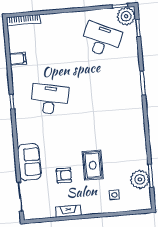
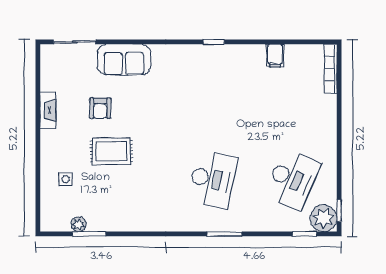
desk: (49, 99) -> (212, 179), moved
plant: (140, 179) -> (79, 224), width x0.53, depth x0.53

